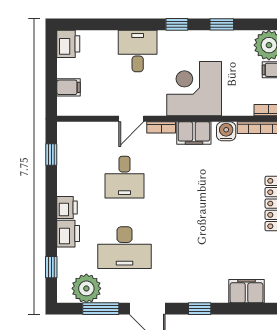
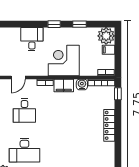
door: (131, 119) -> (18, 77), moved

